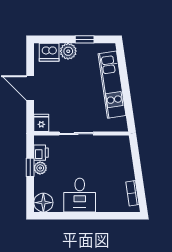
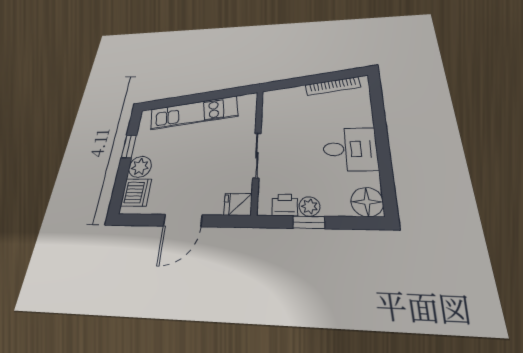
bookcase: (132, 193) -> (333, 86), width x1.56

